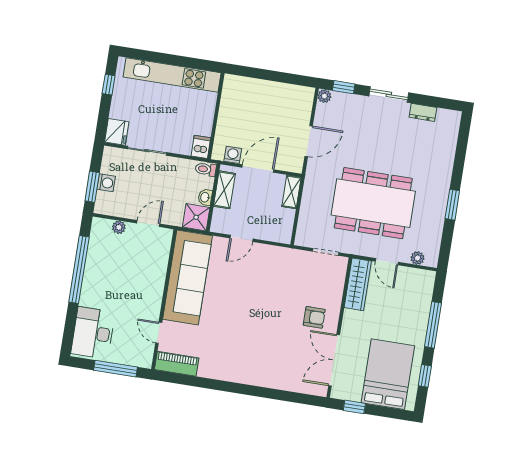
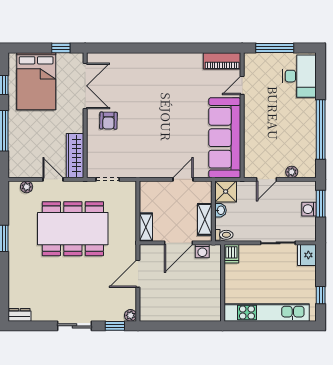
dresser: (423, 112) -> (20, 315), moved
armchair: (314, 317) -> (108, 121), turned -89
door: (159, 333) -> (242, 85), swing flipped

